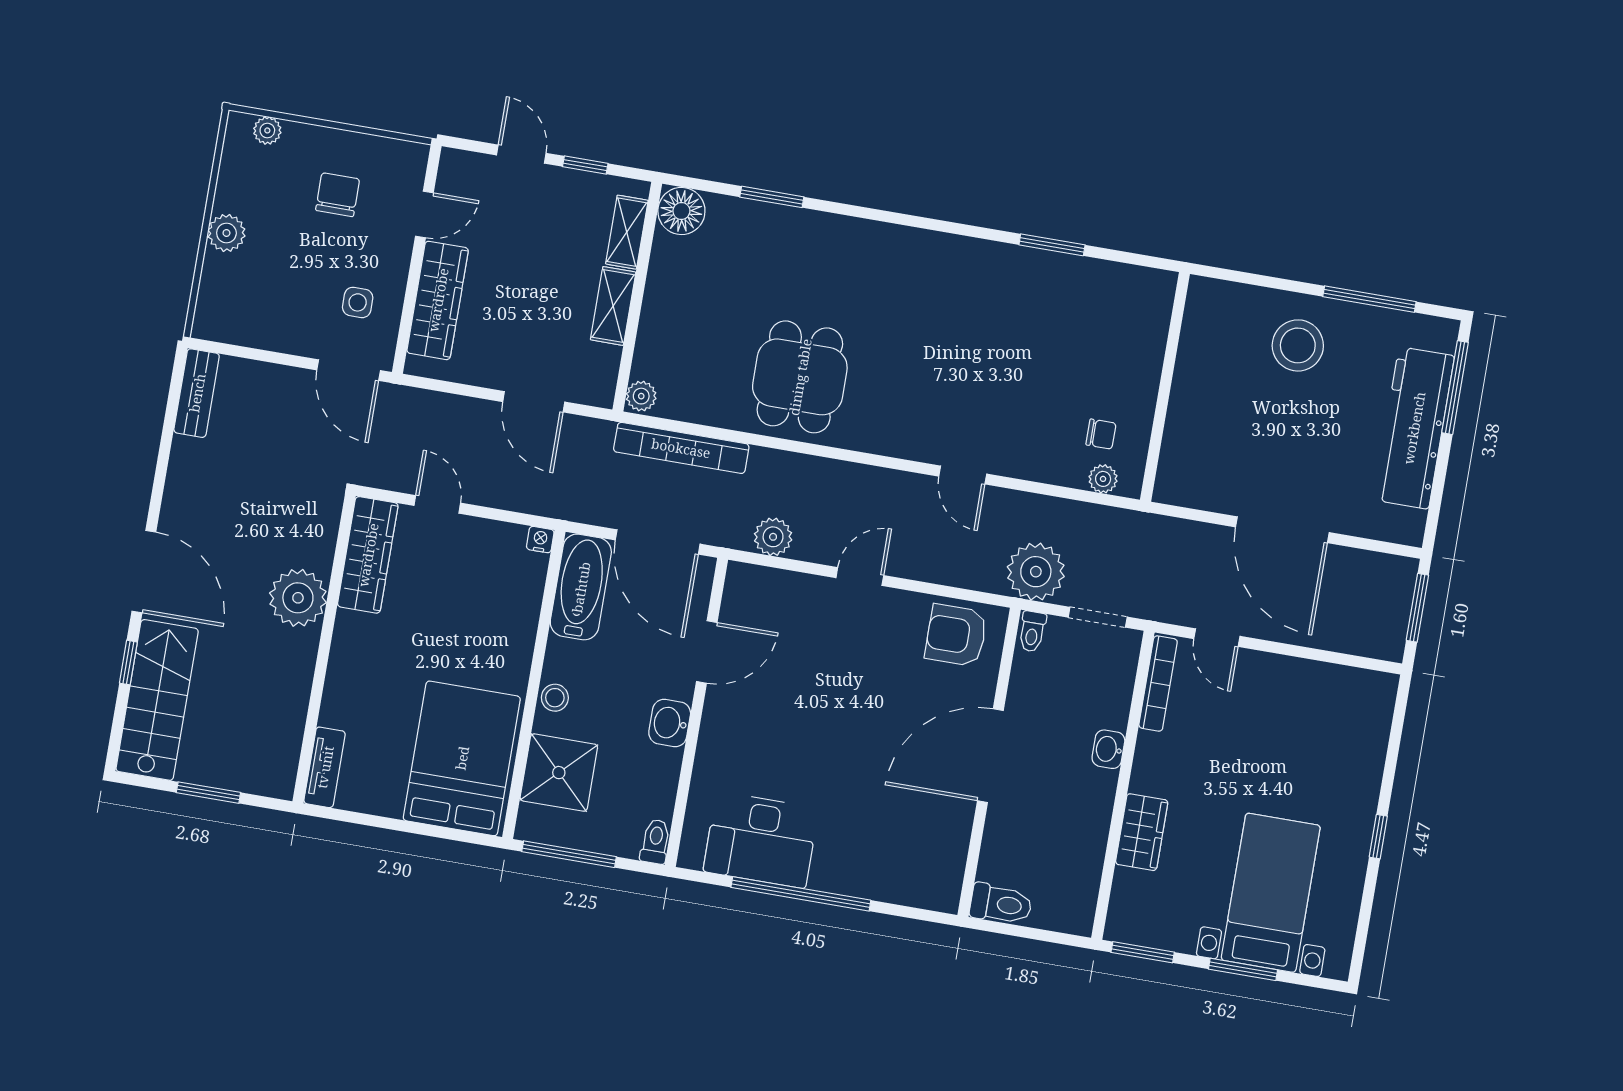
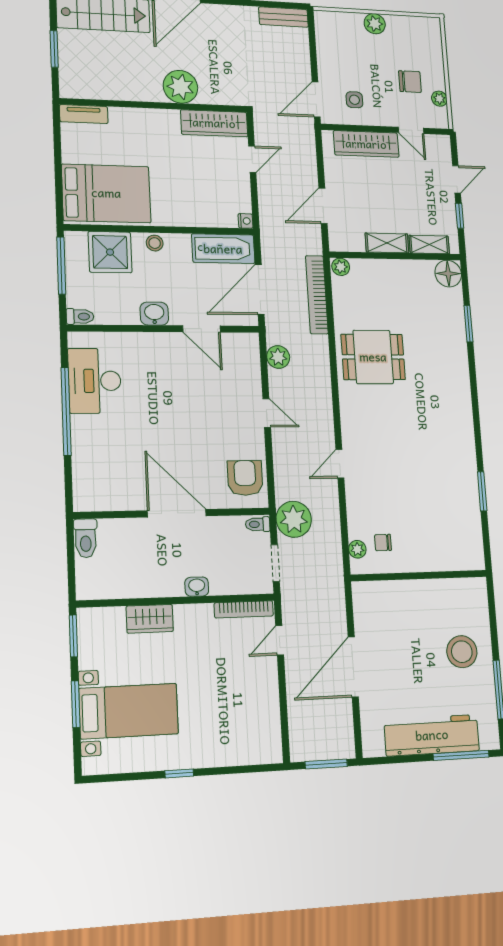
plant: (267, 130) -> (439, 99), moved
chair: (1101, 434) -> (383, 543), turned 90

